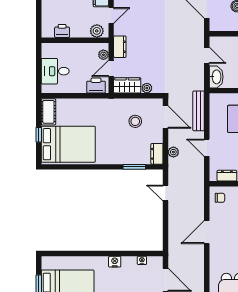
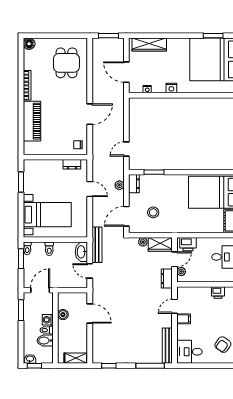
plant: (97, 31) -> (187, 293), removed
bench: (199, 111) -> (97, 245), moved
door: (165, 117) -> (126, 216), hinge flipped
door: (165, 193) -> (126, 149), swing flipped

